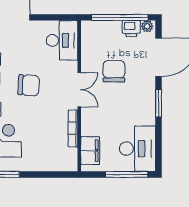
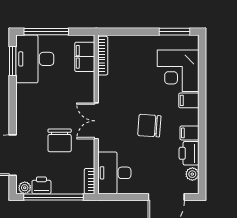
bookcase: (86, 33) -> (89, 181), added
window: (159, 103) -> (13, 61), moved
bookcase: (73, 128) -> (103, 56), moved

